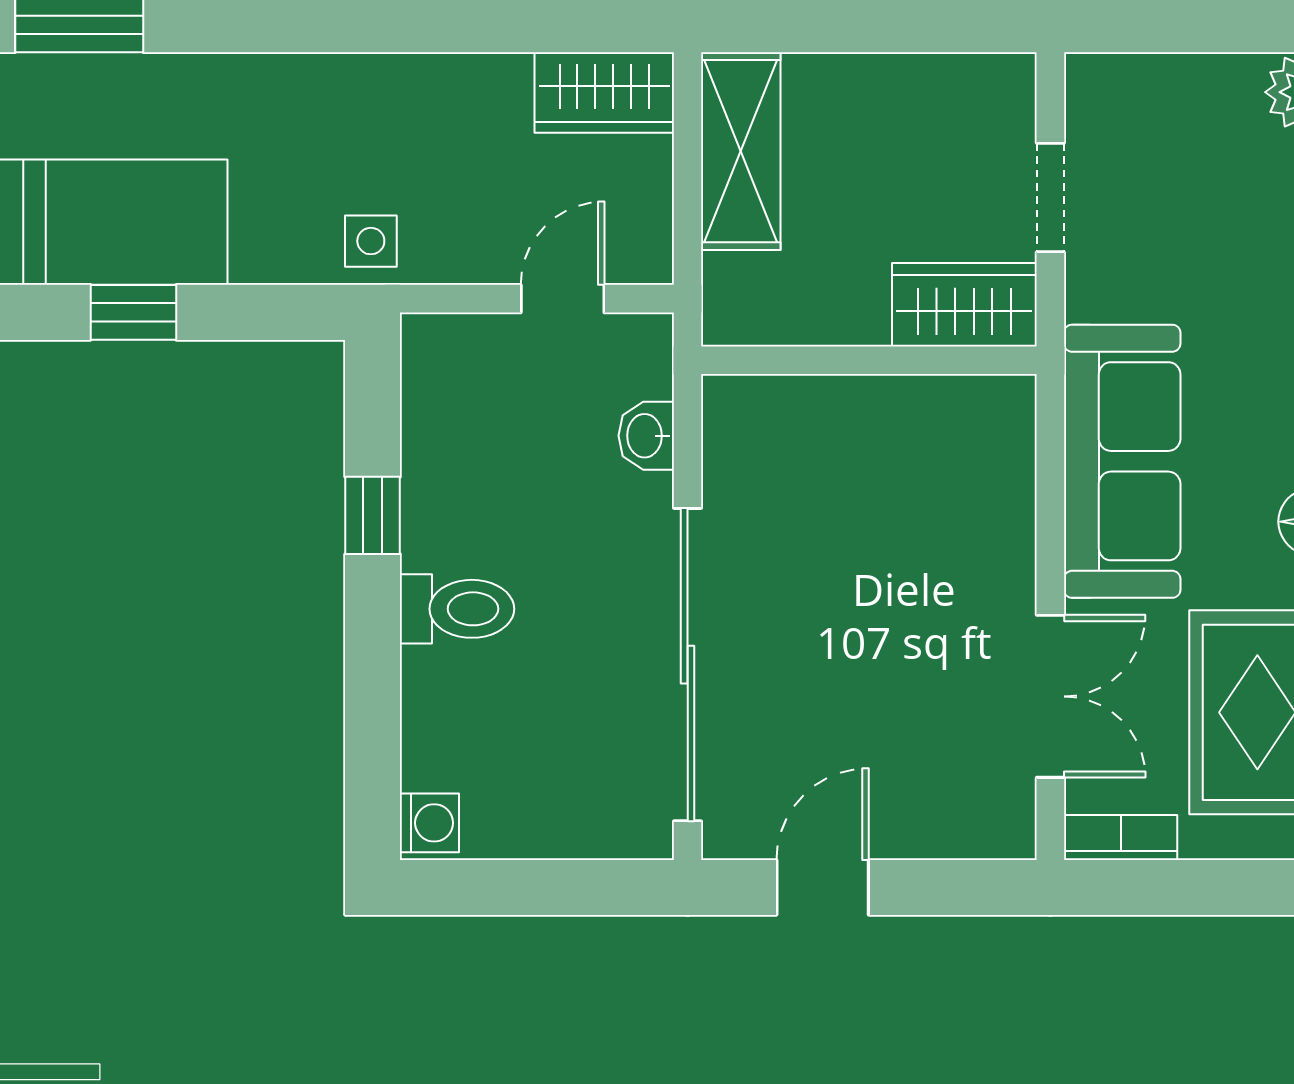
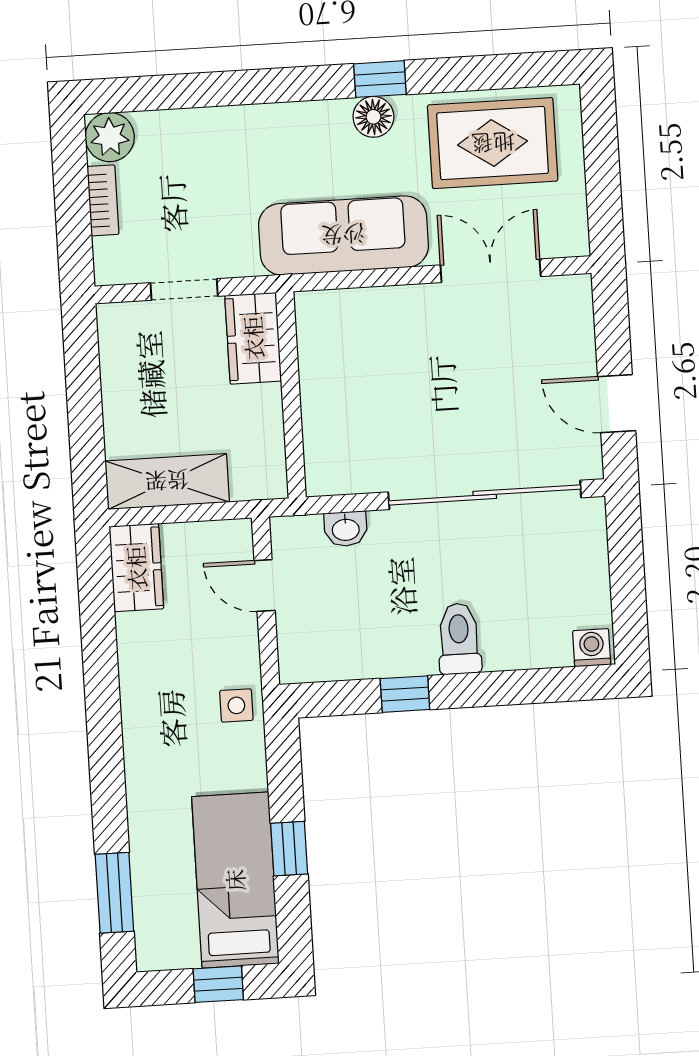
bookcase: (1121, 837) -> (103, 200), moved, turned 180

